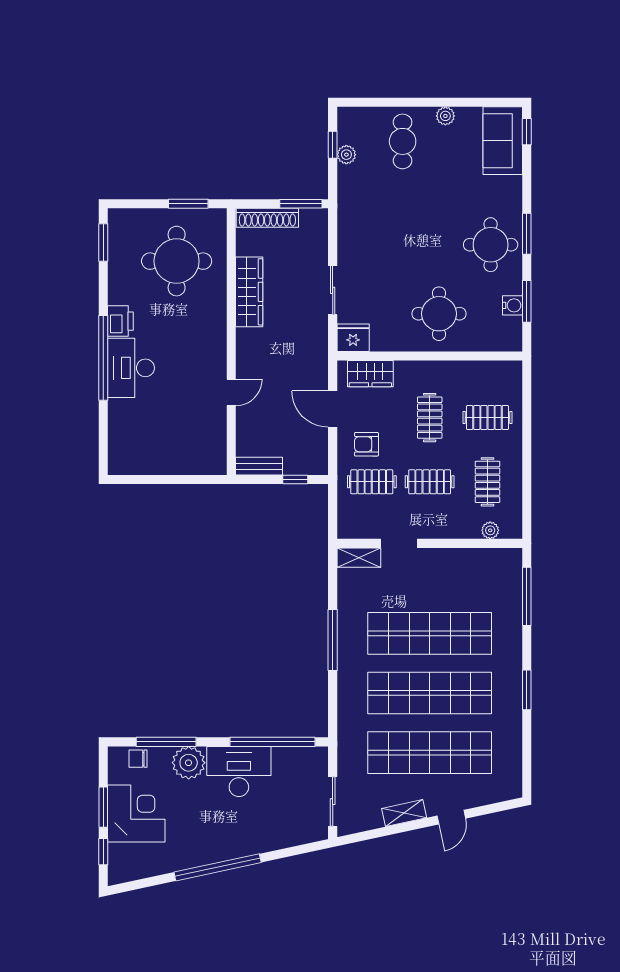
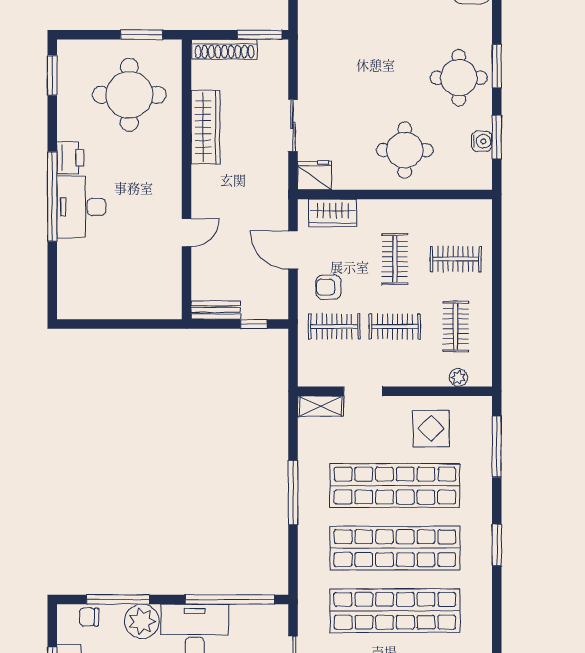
display table: (464, 579) -> (431, 428), added

